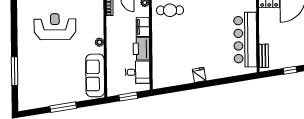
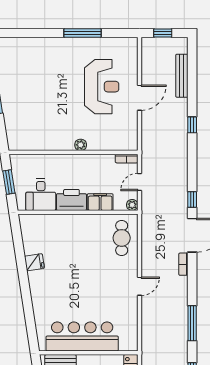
window: (15, 71) -> (83, 33), moved
sofa: (95, 75) -> (37, 139), removed
fridge: (199, 75) -> (34, 262), moved

